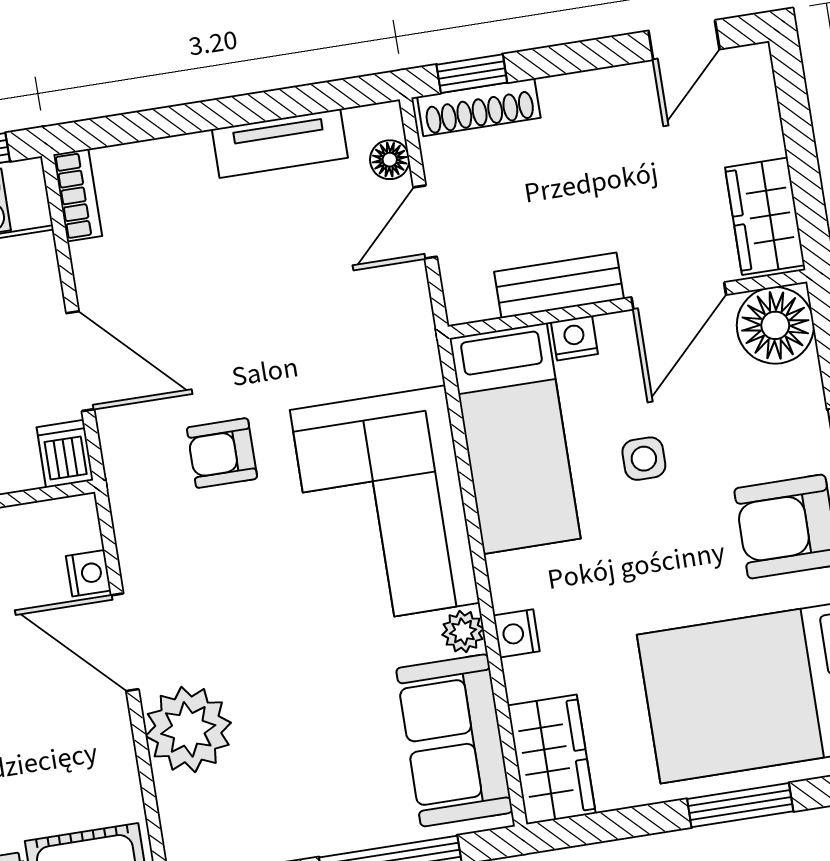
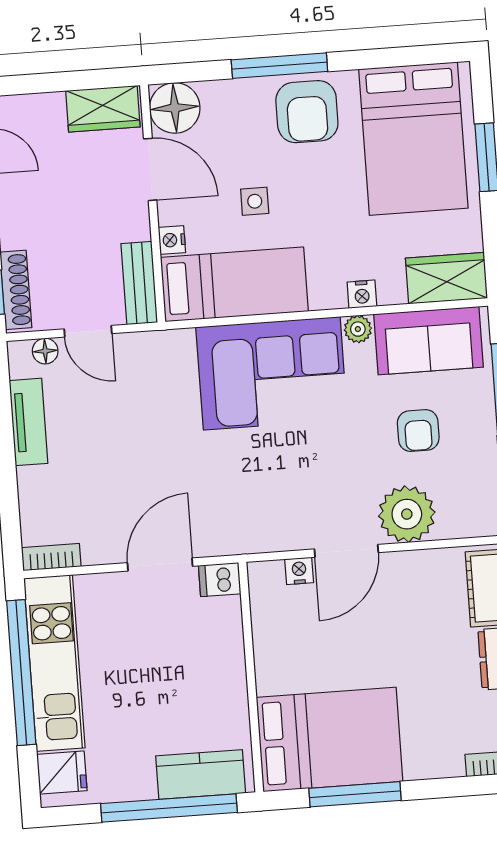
bench: (559, 285) -> (139, 283), moved
armchair: (222, 453) -> (418, 431), moved

